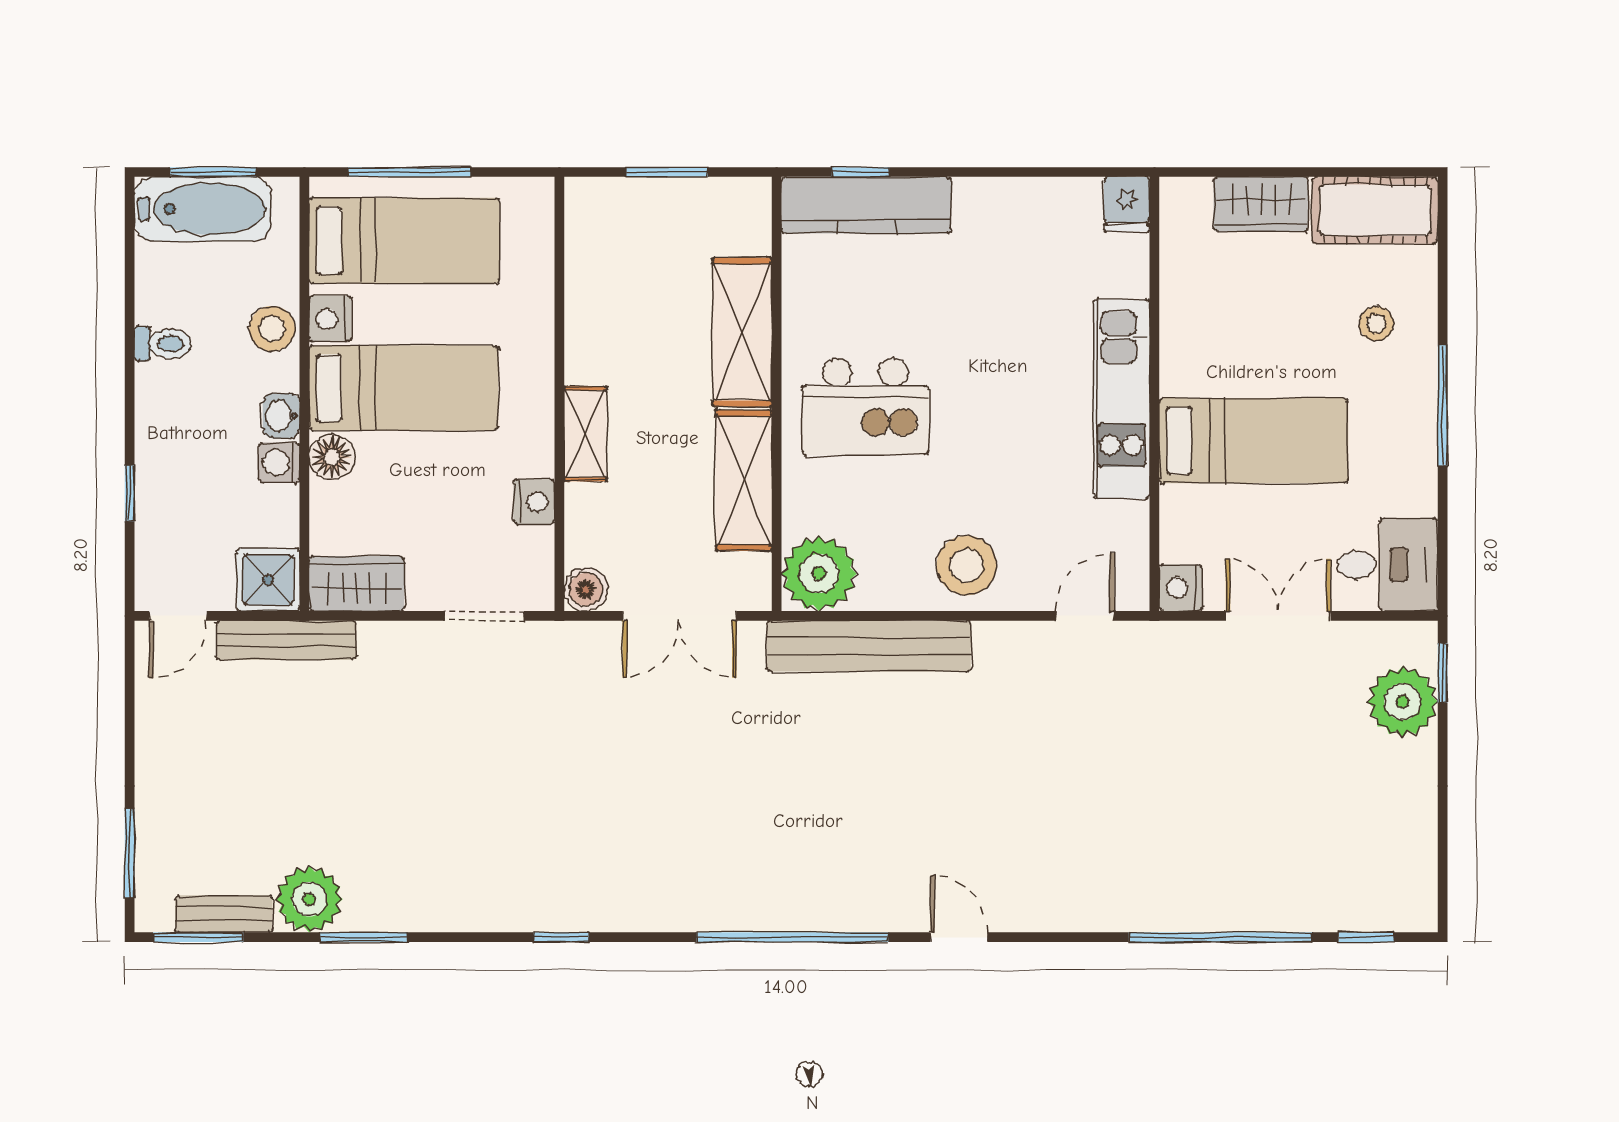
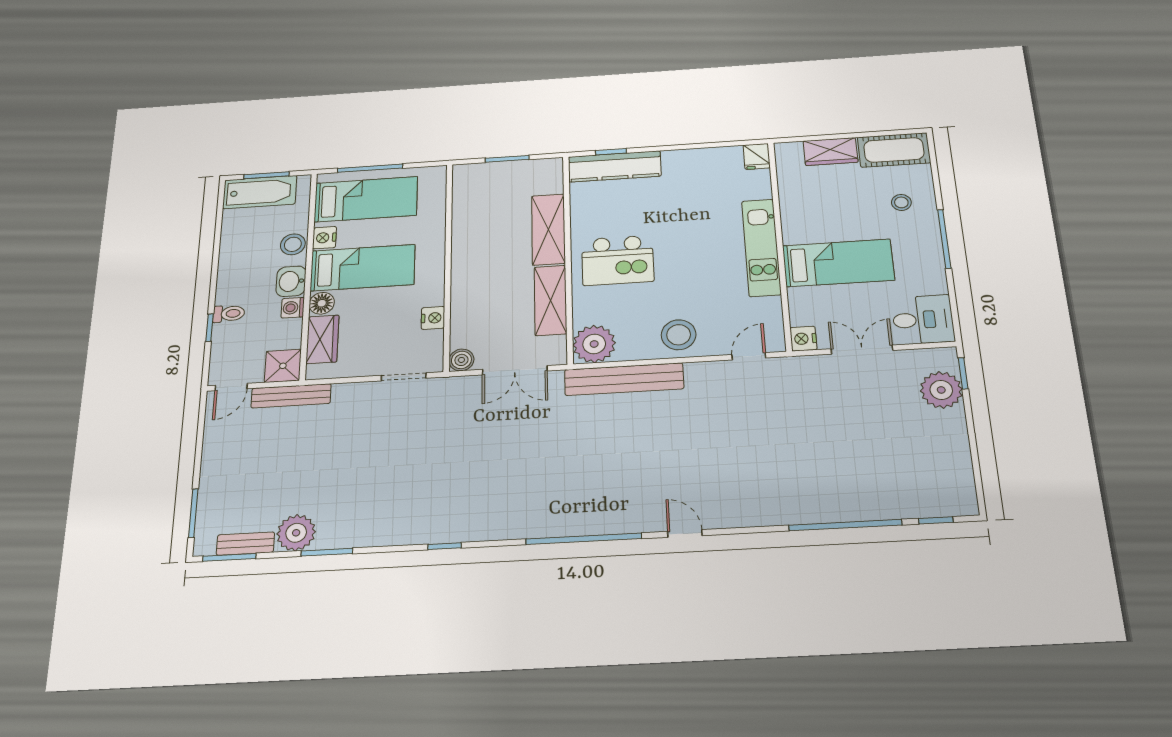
toilet: (163, 344) -> (229, 314), moved
washbasin: (281, 416) -> (291, 281), width x1.38, depth x1.45
shelving: (585, 434) -> (462, 283), removed
wardrobe: (357, 584) -> (322, 339), moved, turned 90

